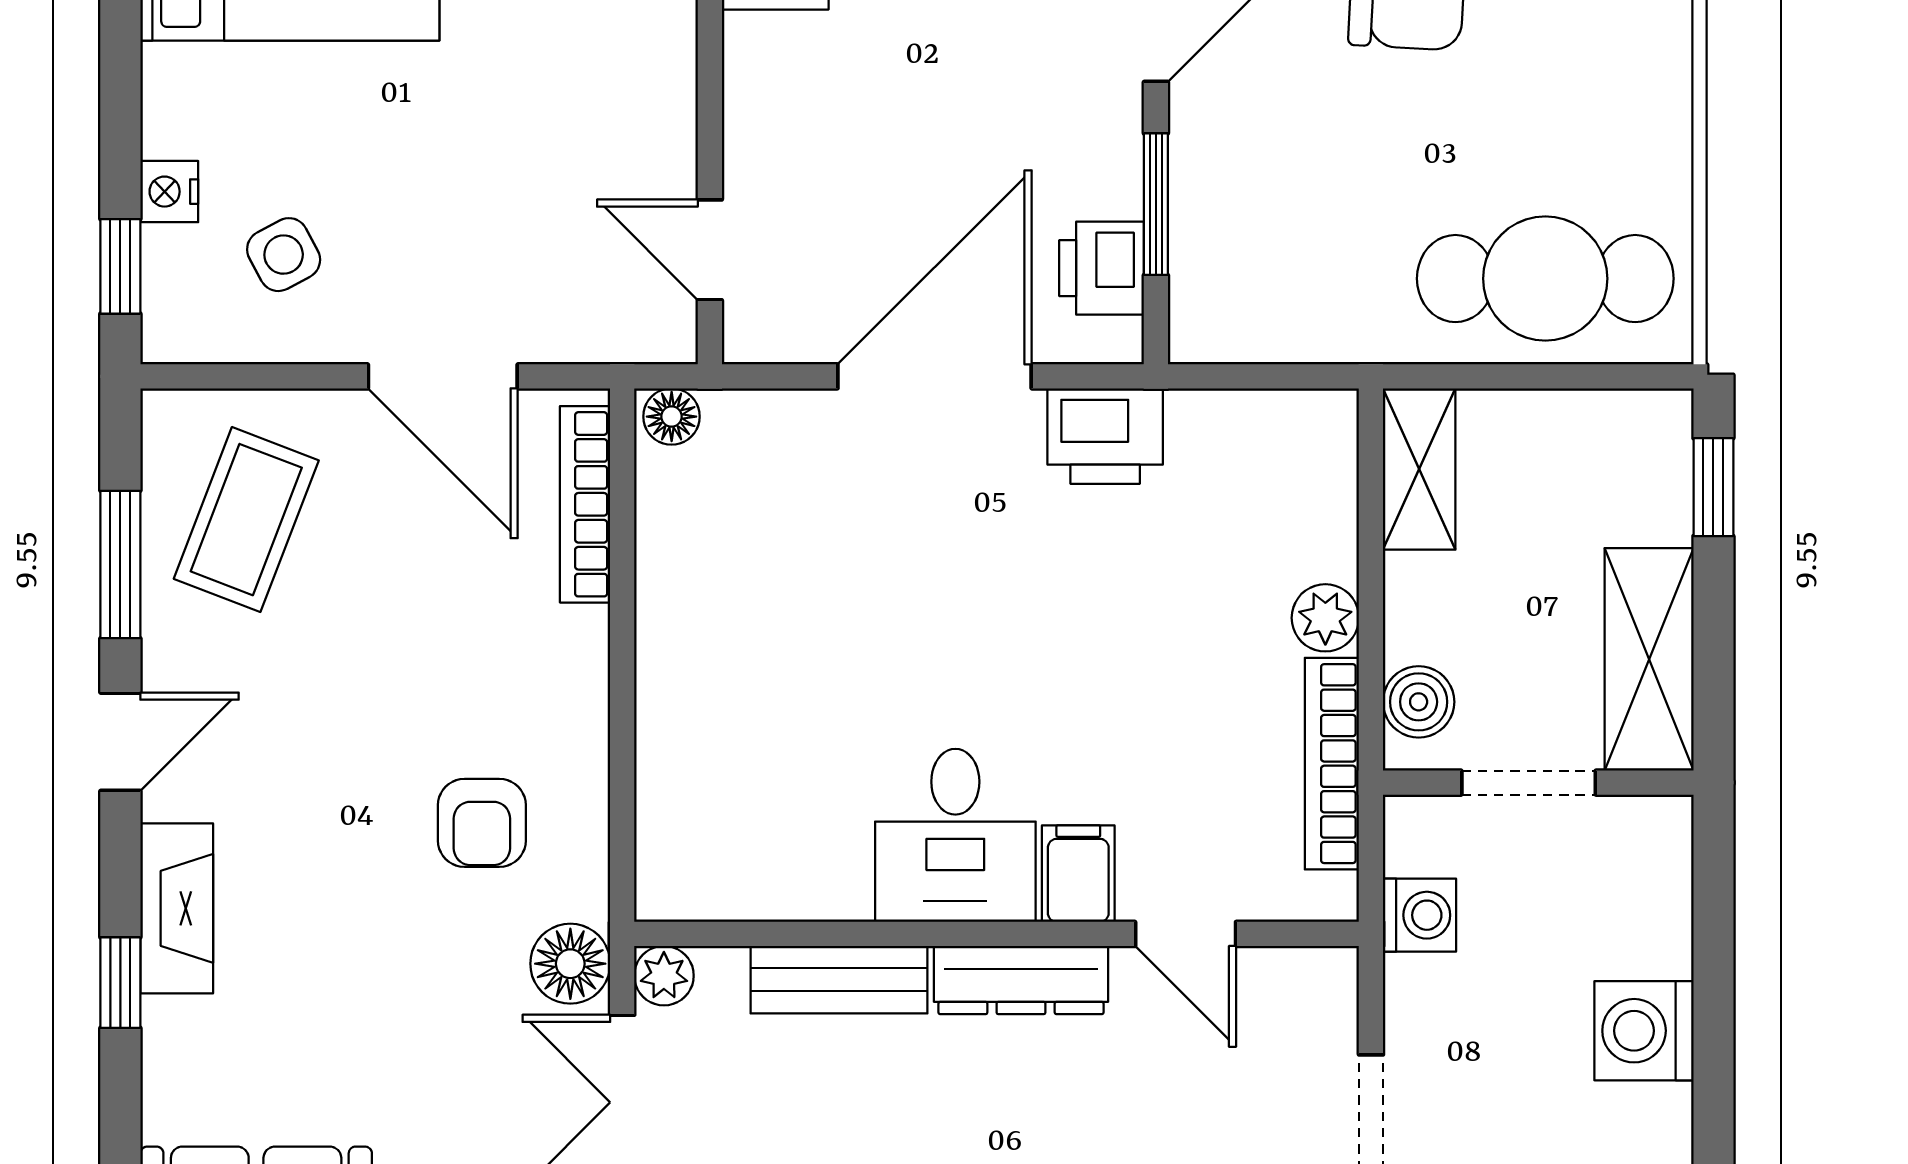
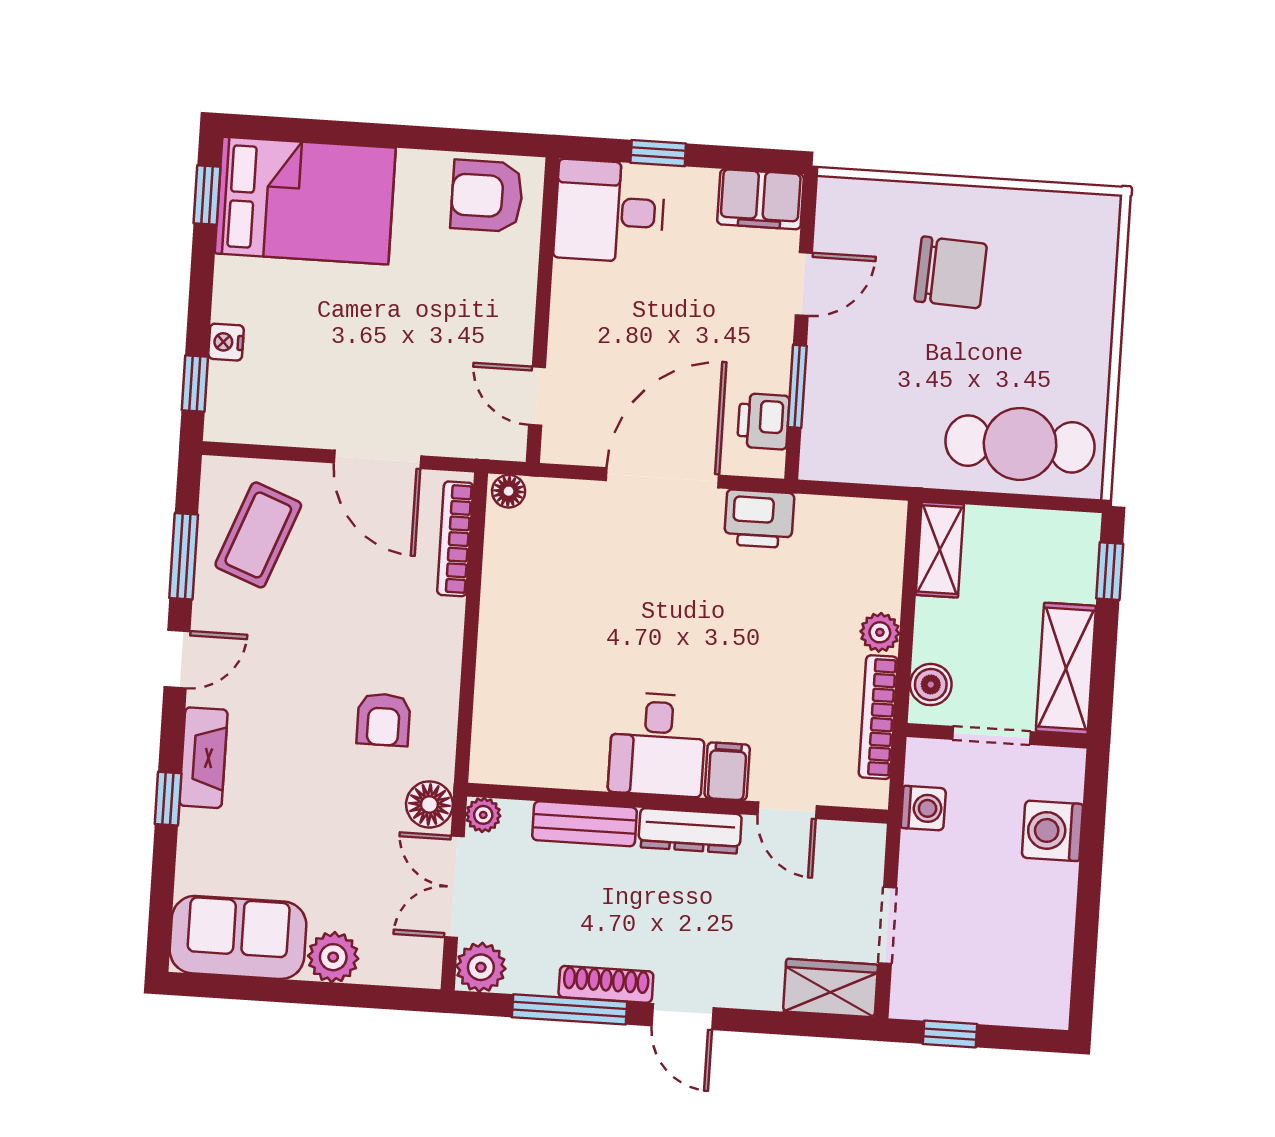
side table: (284, 255) -> (290, 383), removed
washing machine: (1644, 1031) -> (1052, 831), moved

